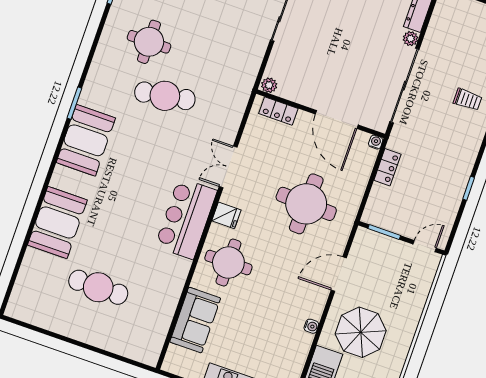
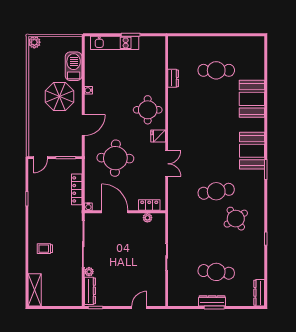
round table: (149, 42) -> (236, 219), turned -33
plant: (269, 85) -> (147, 218), moved
locker: (387, 167) -> (77, 189), width x1.53
bar counter: (186, 218) -> (180, 126), removed
dresser: (171, 298) -> (173, 78), added
sofa: (195, 320) -> (155, 71), removed

